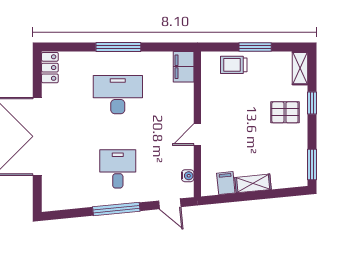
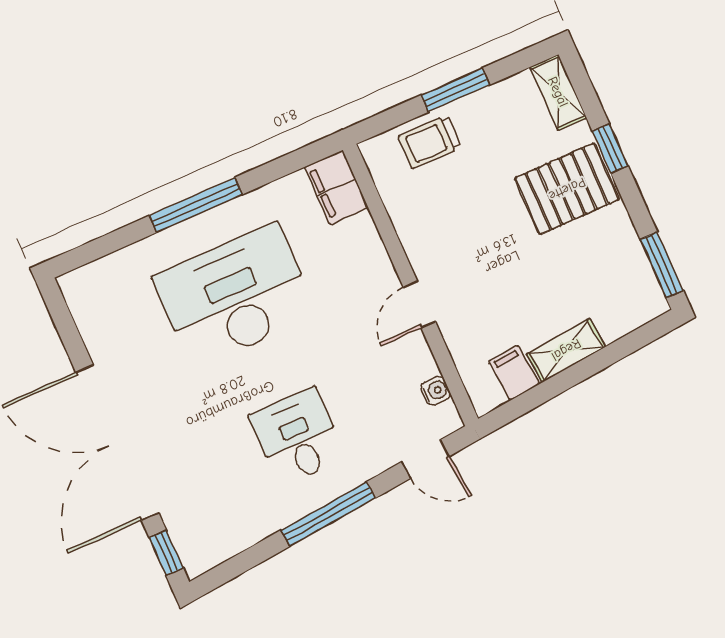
locker: (50, 68) -> (83, 301), removed
desk: (118, 95) -> (235, 296), width x1.36, depth x1.30
pallet: (285, 112) -> (567, 189), width x1.50, depth x1.42
window: (37, 194) -> (166, 553), added

